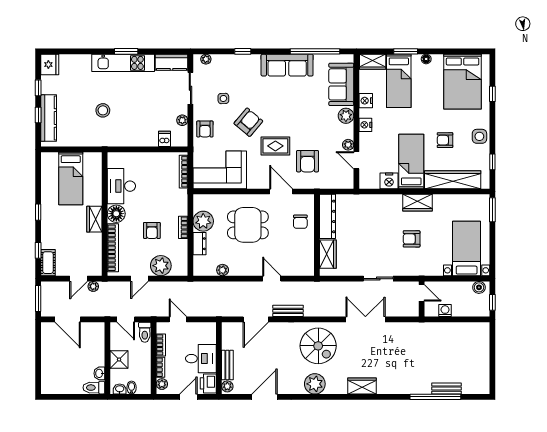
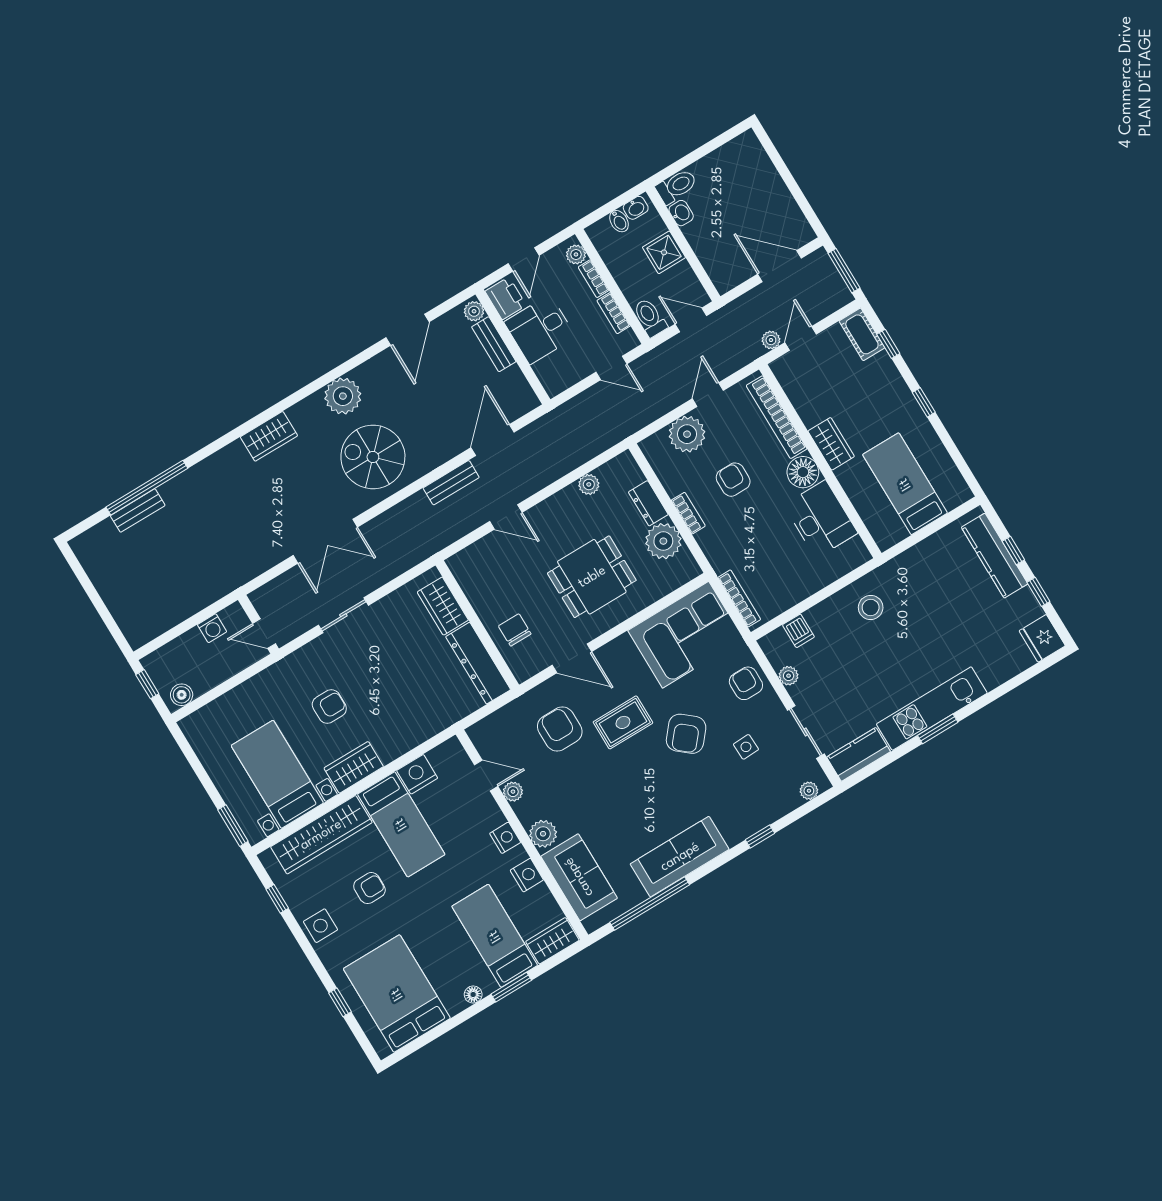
stool: (103, 110) -> (871, 607), moved
bed with nightstands: (467, 249) -> (277, 774), moved, turned 180

